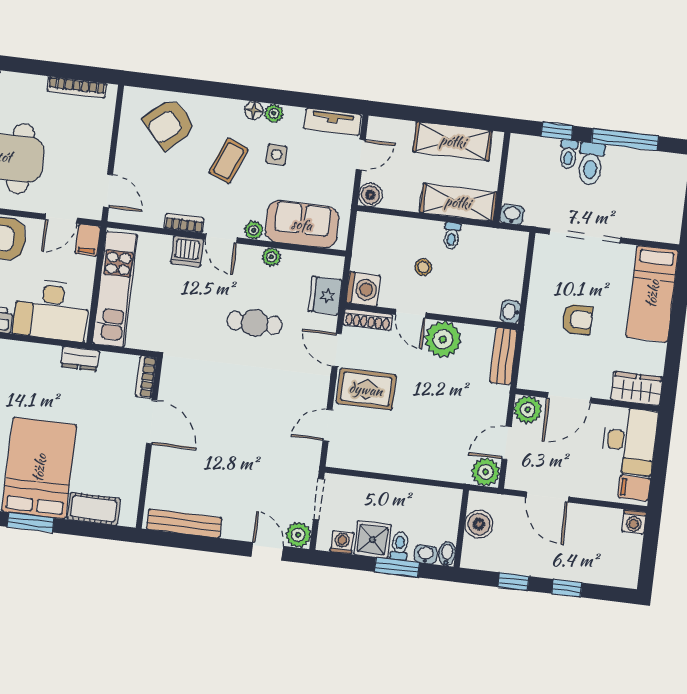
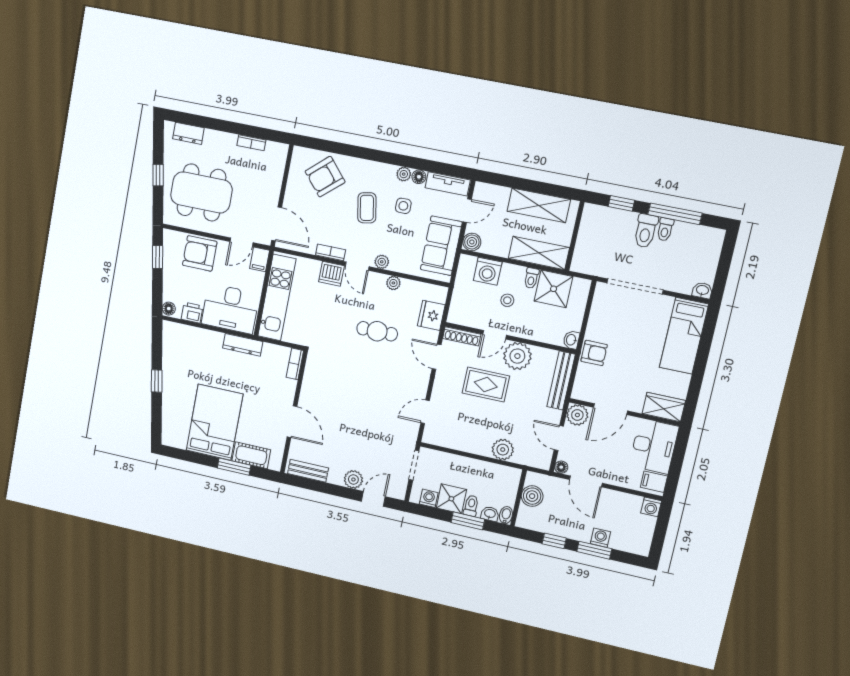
bookcase: (77, 87) -> (251, 143), width x0.64
floor lamp: (254, 110) -> (419, 177), moved
toilet: (568, 154) -> (665, 229), moved
coffee table: (228, 161) -> (367, 208), turned -33
door: (108, 191) -> (277, 224), width x1.38
washbasin: (512, 215) -> (702, 290), moved
sofa: (302, 224) -> (441, 246), moved, turned -90
shower: (481, 247) -> (554, 289), added
washing machine: (363, 289) -> (488, 271), moved, turned 90
door: (411, 314) -> (495, 335), hinge flipped
armchair: (577, 319) -> (594, 353), moved
bench: (504, 356) -> (561, 380), width x1.36
dresser: (80, 359) -> (243, 345), width x1.44
rug: (366, 389) -> (486, 385), moved
door: (152, 422) -> (292, 422), moved
door: (507, 443) -> (559, 438), hinge flipped
plant: (486, 472) -> (503, 450), moved
floor lamp: (513, 481) -> (561, 467), added
window: (31, 522) -> (234, 467), moved
bench: (184, 523) -> (308, 471), width x0.73
plant: (298, 535) -> (353, 479), moved
door: (267, 551) -> (373, 499), hinge flipped
washing machine: (573, 570) -> (600, 538), added
window: (567, 588) -> (594, 550), width x1.50

